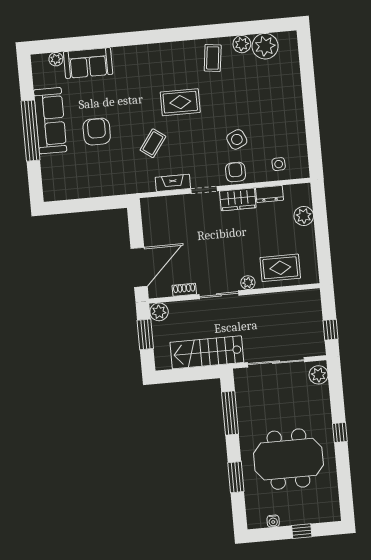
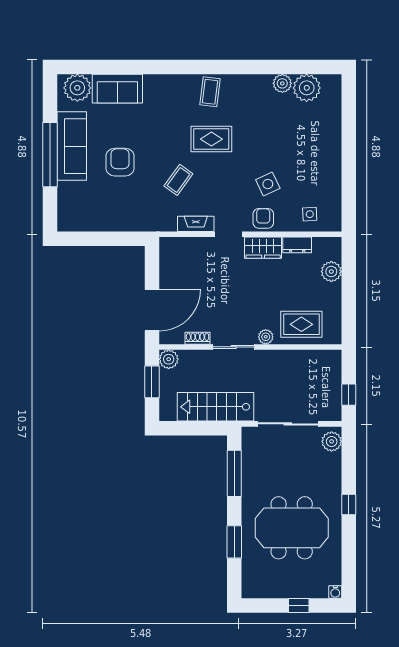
coffee table: (213, 58) -> (210, 92), moved
plant: (56, 59) -> (77, 88), width x1.87, depth x1.87
water cooler: (273, 521) -> (335, 592), moved

